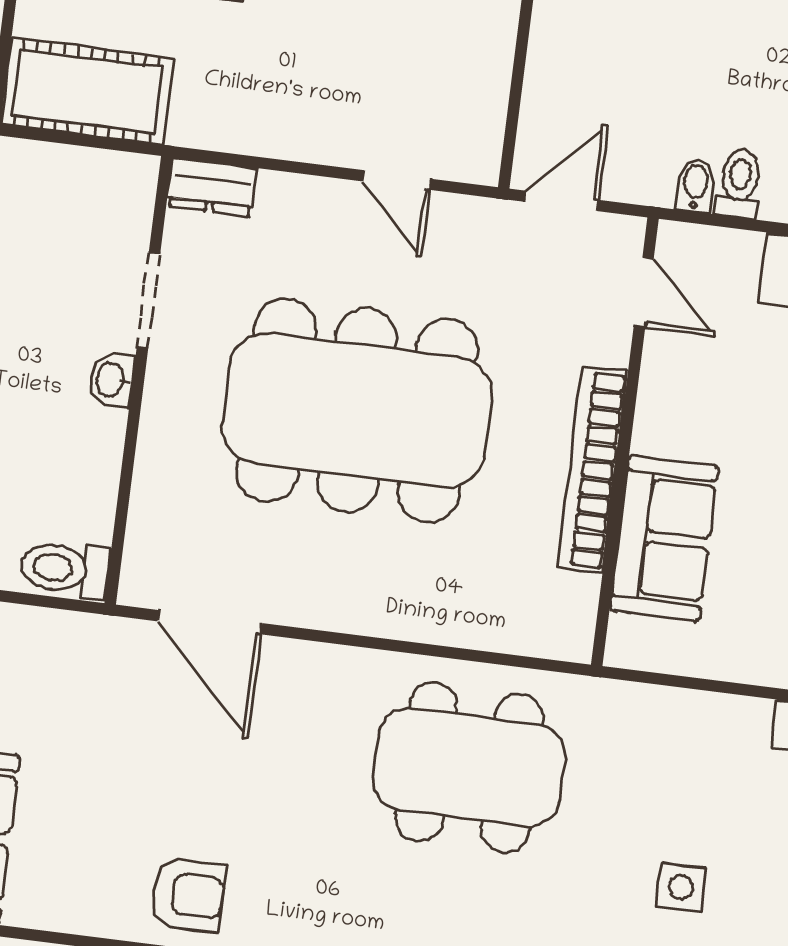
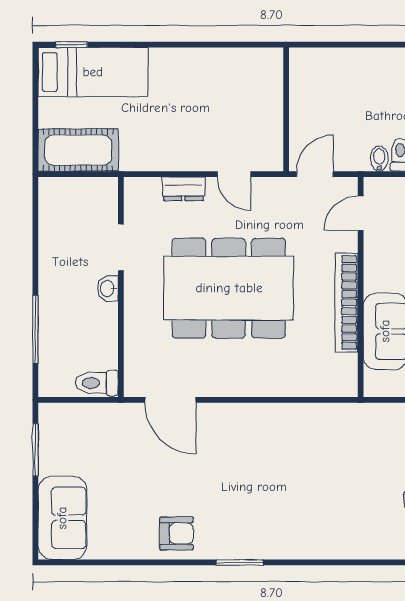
dresser: (212, 187) -> (183, 189), moved
door: (644, 292) -> (361, 213), swing flipped
dining table: (469, 767) -> (305, 454), removed

